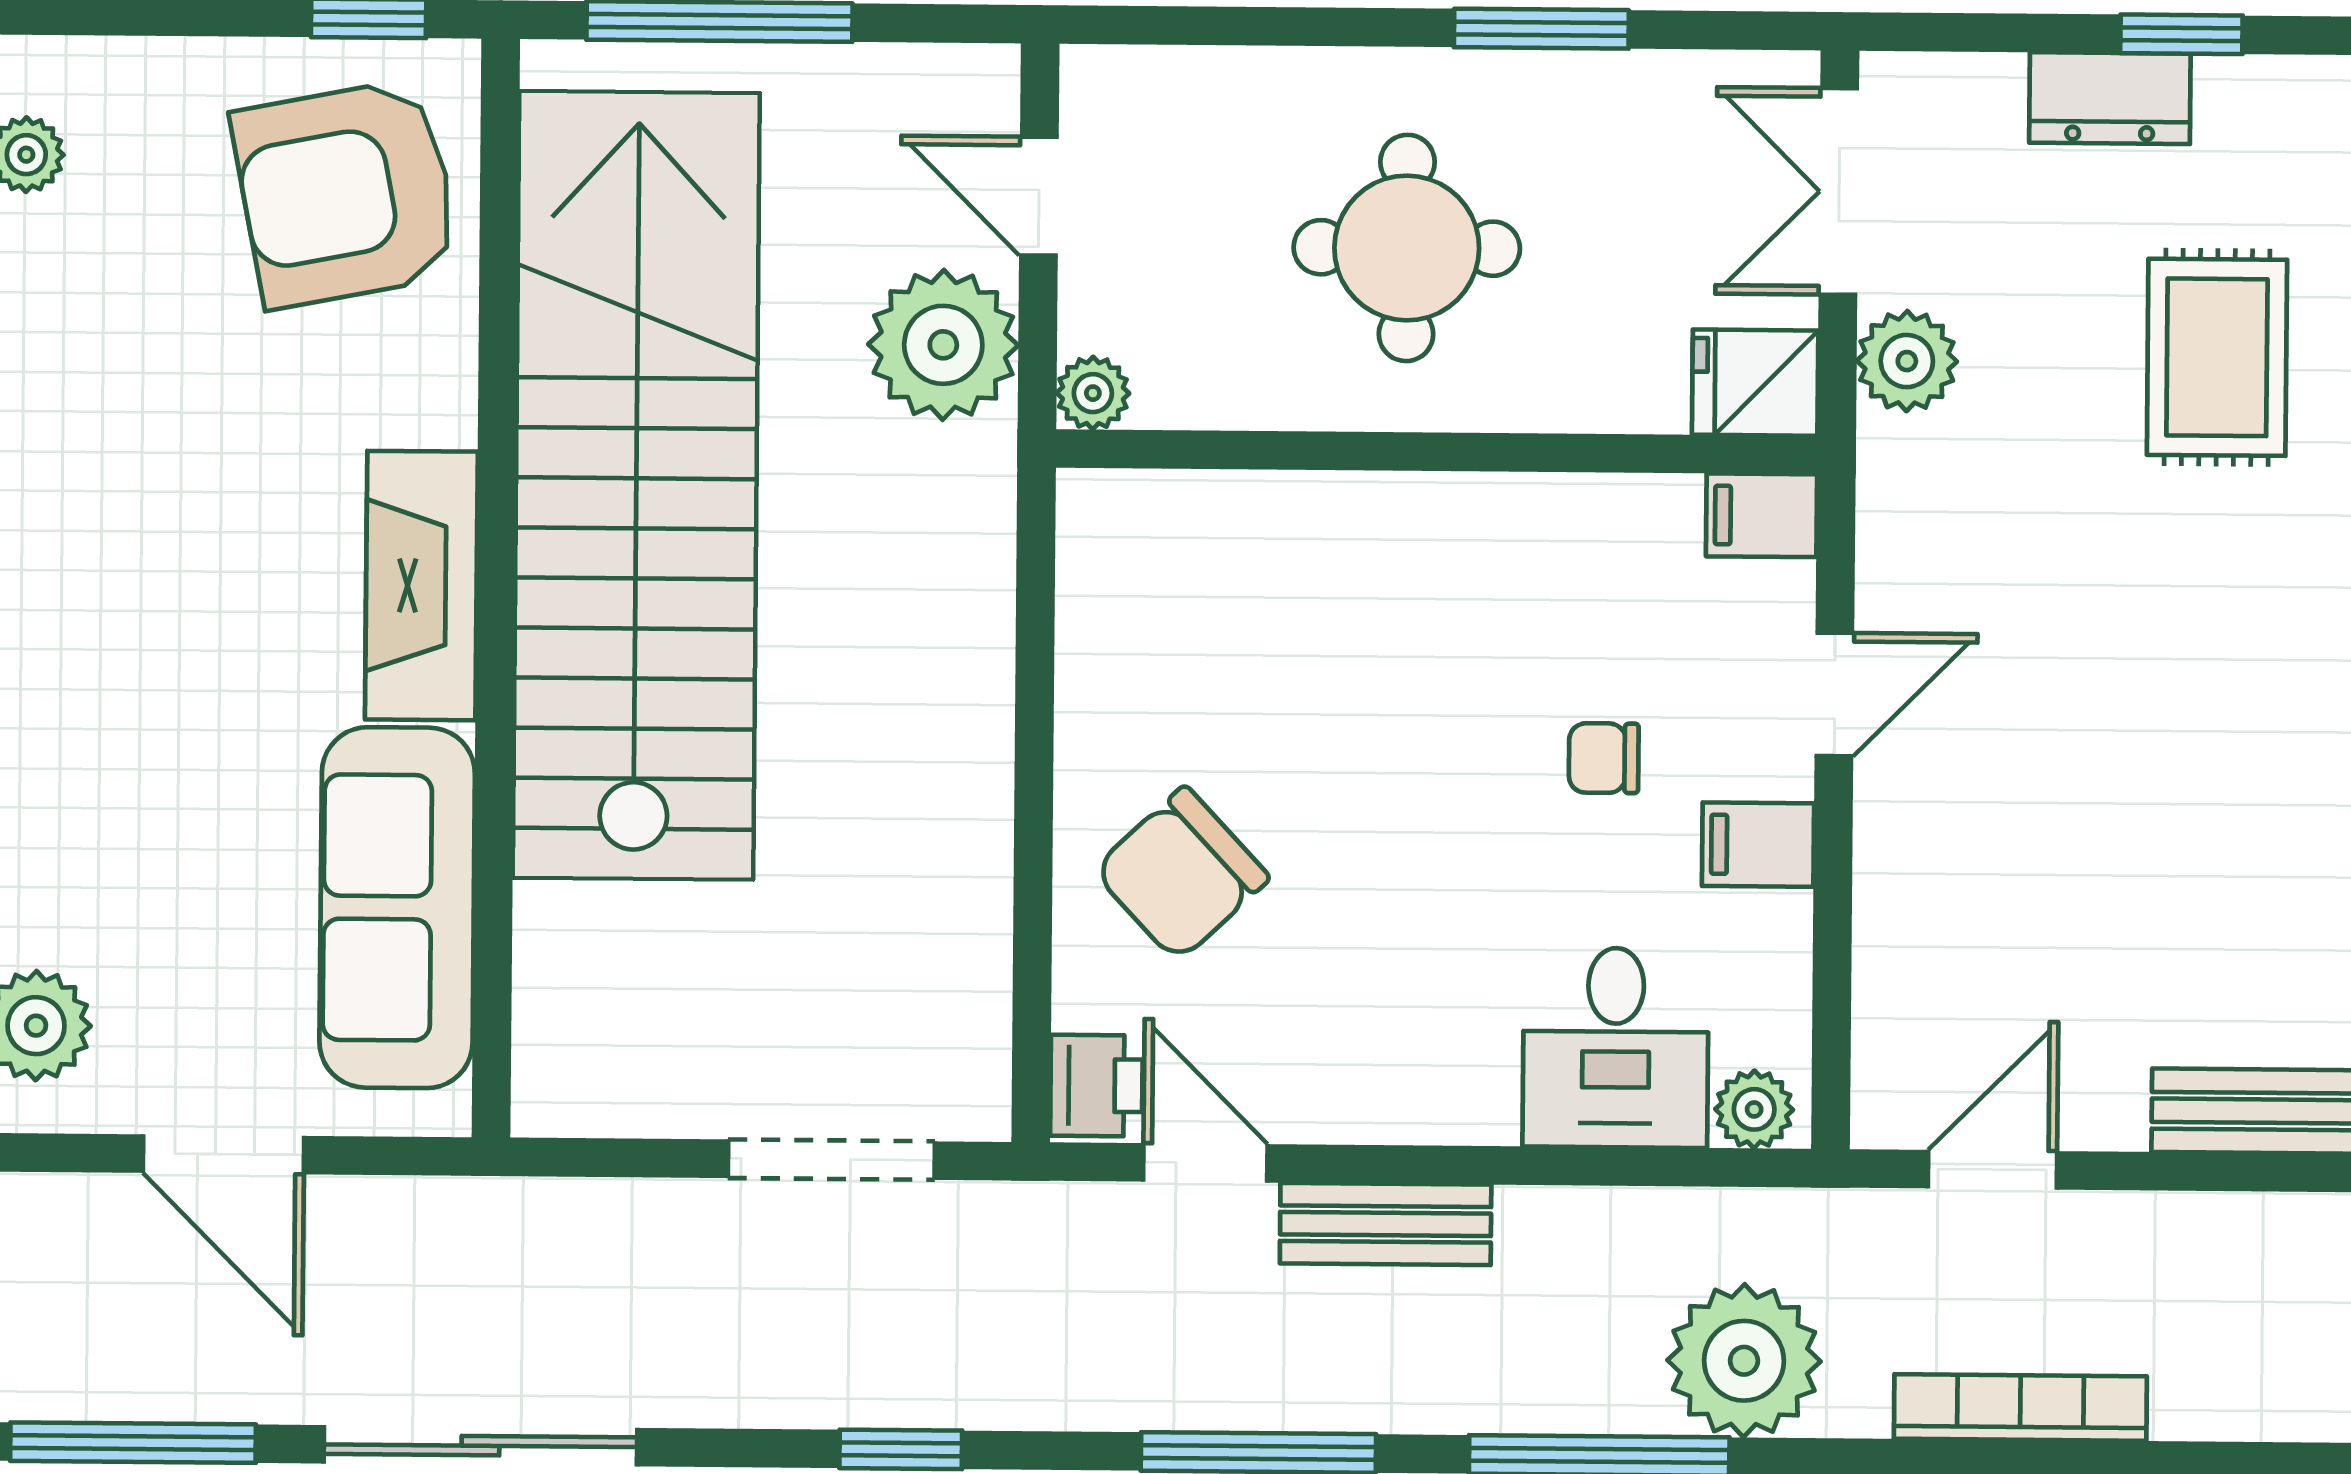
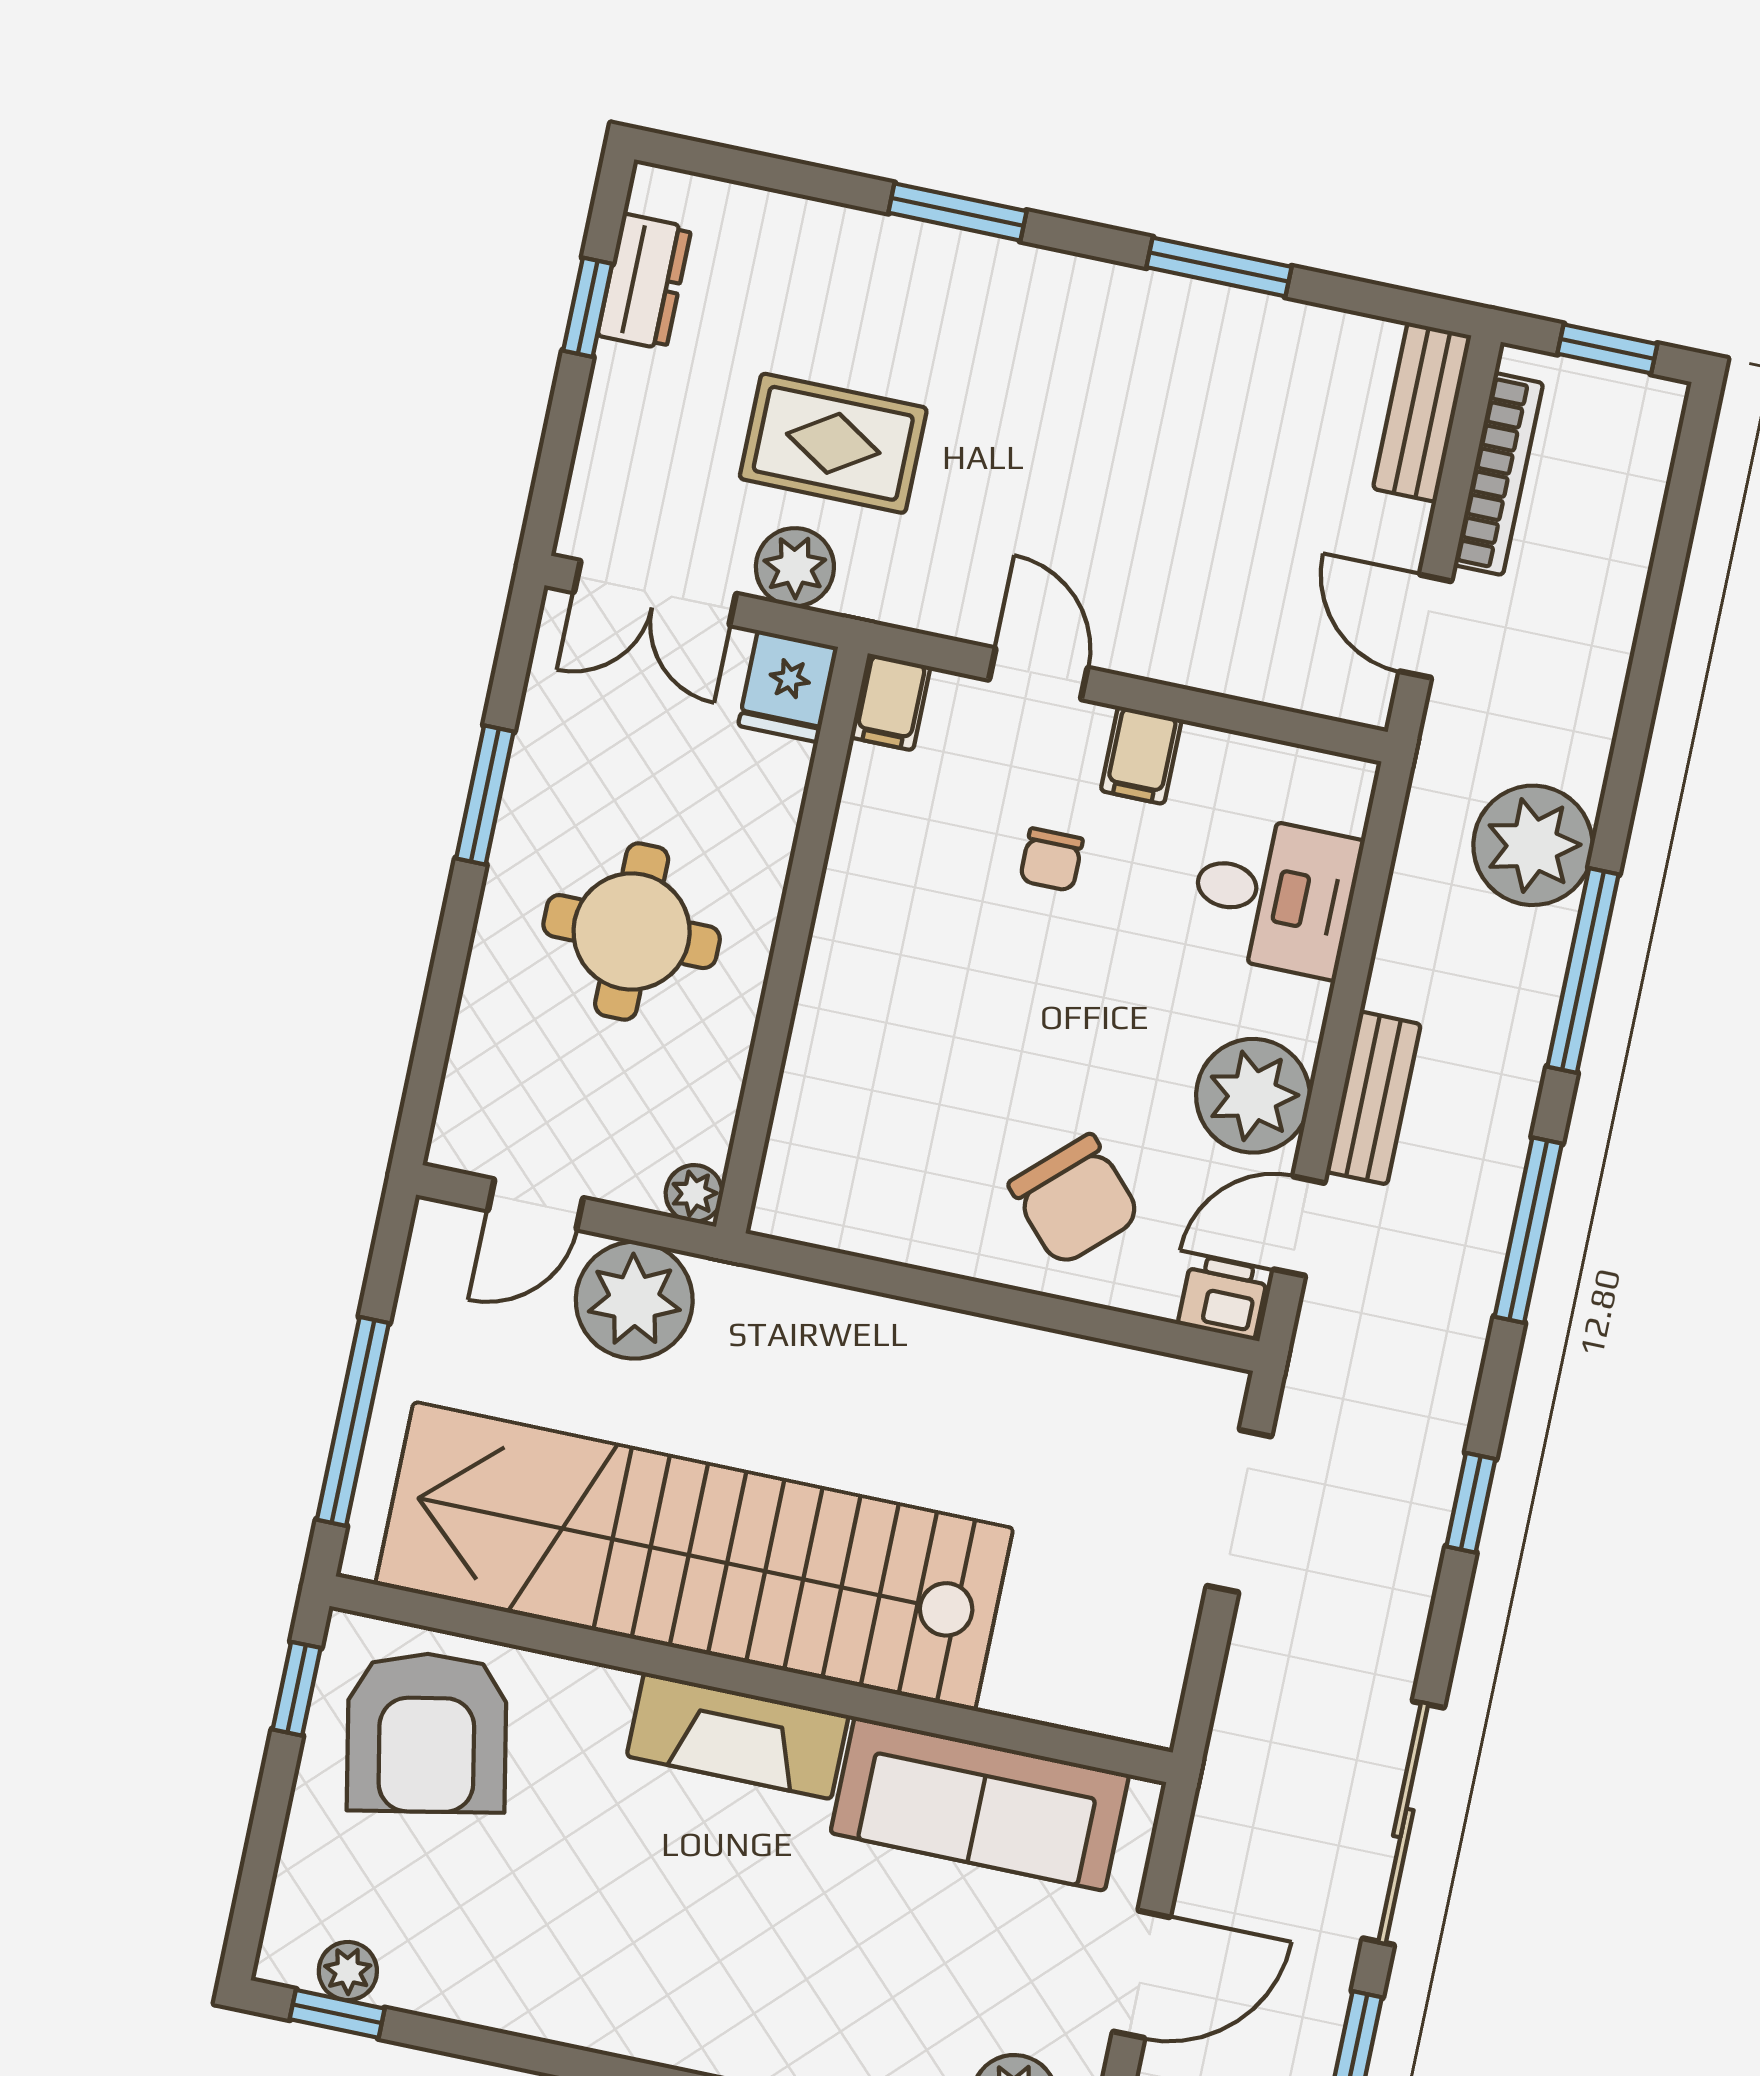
dresser: (2110, 98) -> (644, 281), moved
rug: (2217, 357) -> (833, 443), moved
plant: (1754, 1109) -> (1253, 1096), moved, width x1.87, depth x1.87
bookcase: (2020, 1408) -> (1499, 474), moved, turned 180

